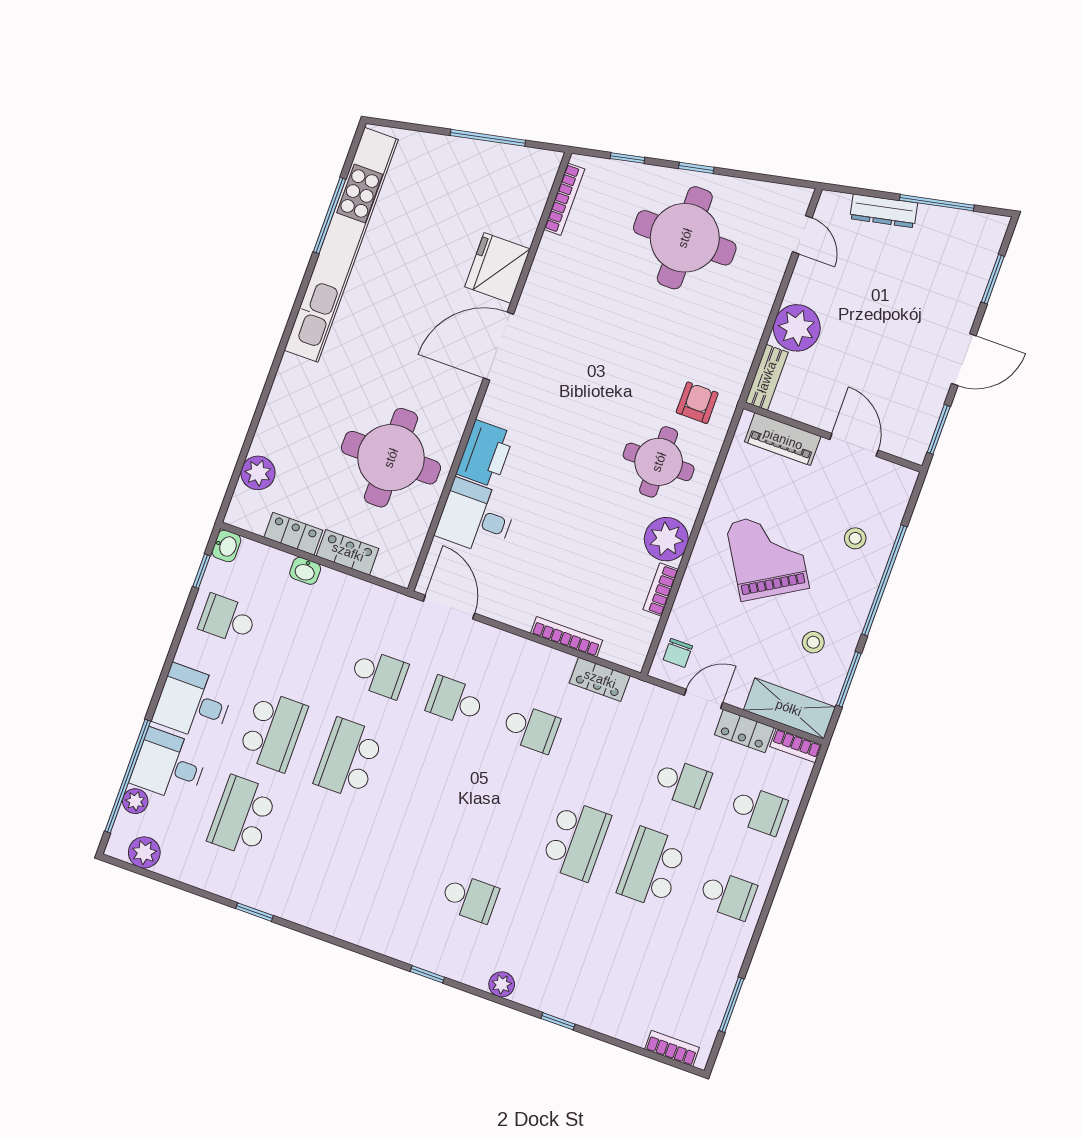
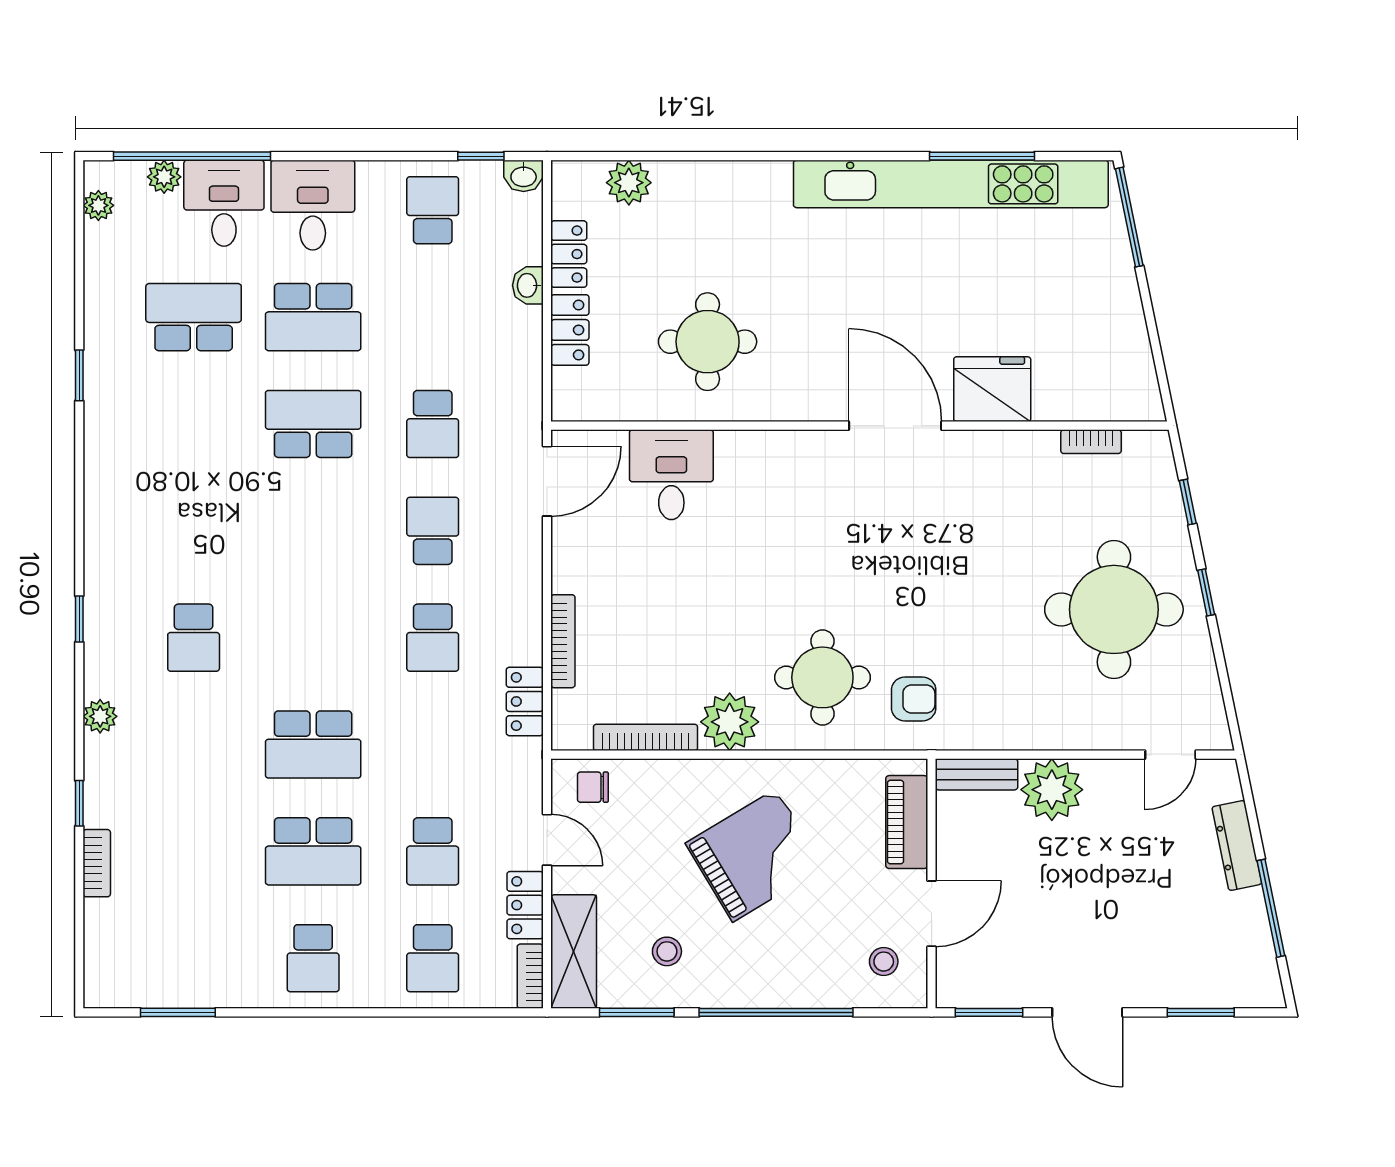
window: (488, 138) -> (1129, 217), moved
bookcase: (564, 199) -> (1091, 442), width x0.64
printer: (485, 454) -> (755, 457), removed
round table: (391, 458) -> (708, 342), width x0.73, depth x0.73
stool: (855, 538) -> (884, 962), moved
bookcase: (661, 589) -> (646, 737), width x1.56
plant: (144, 852) -> (98, 205), width x0.73, depth x0.73
school desk: (652, 868) -> (313, 851), turned 180
bookcase: (672, 1048) -> (97, 863), moved

